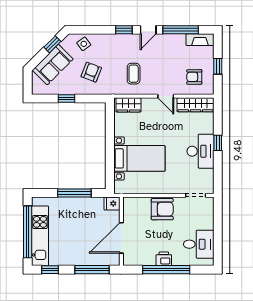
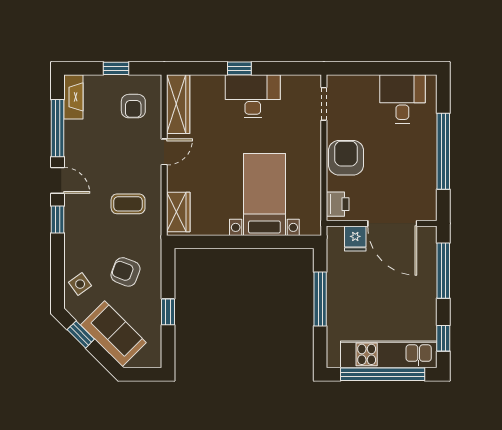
fridge: (112, 204) -> (355, 239), moved
printer: (164, 259) -> (338, 204), moved, turned 180

